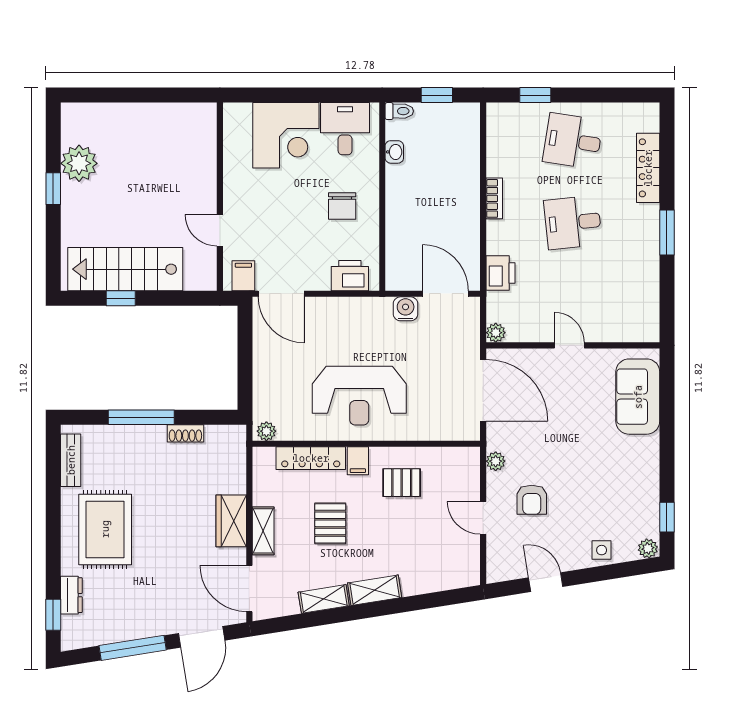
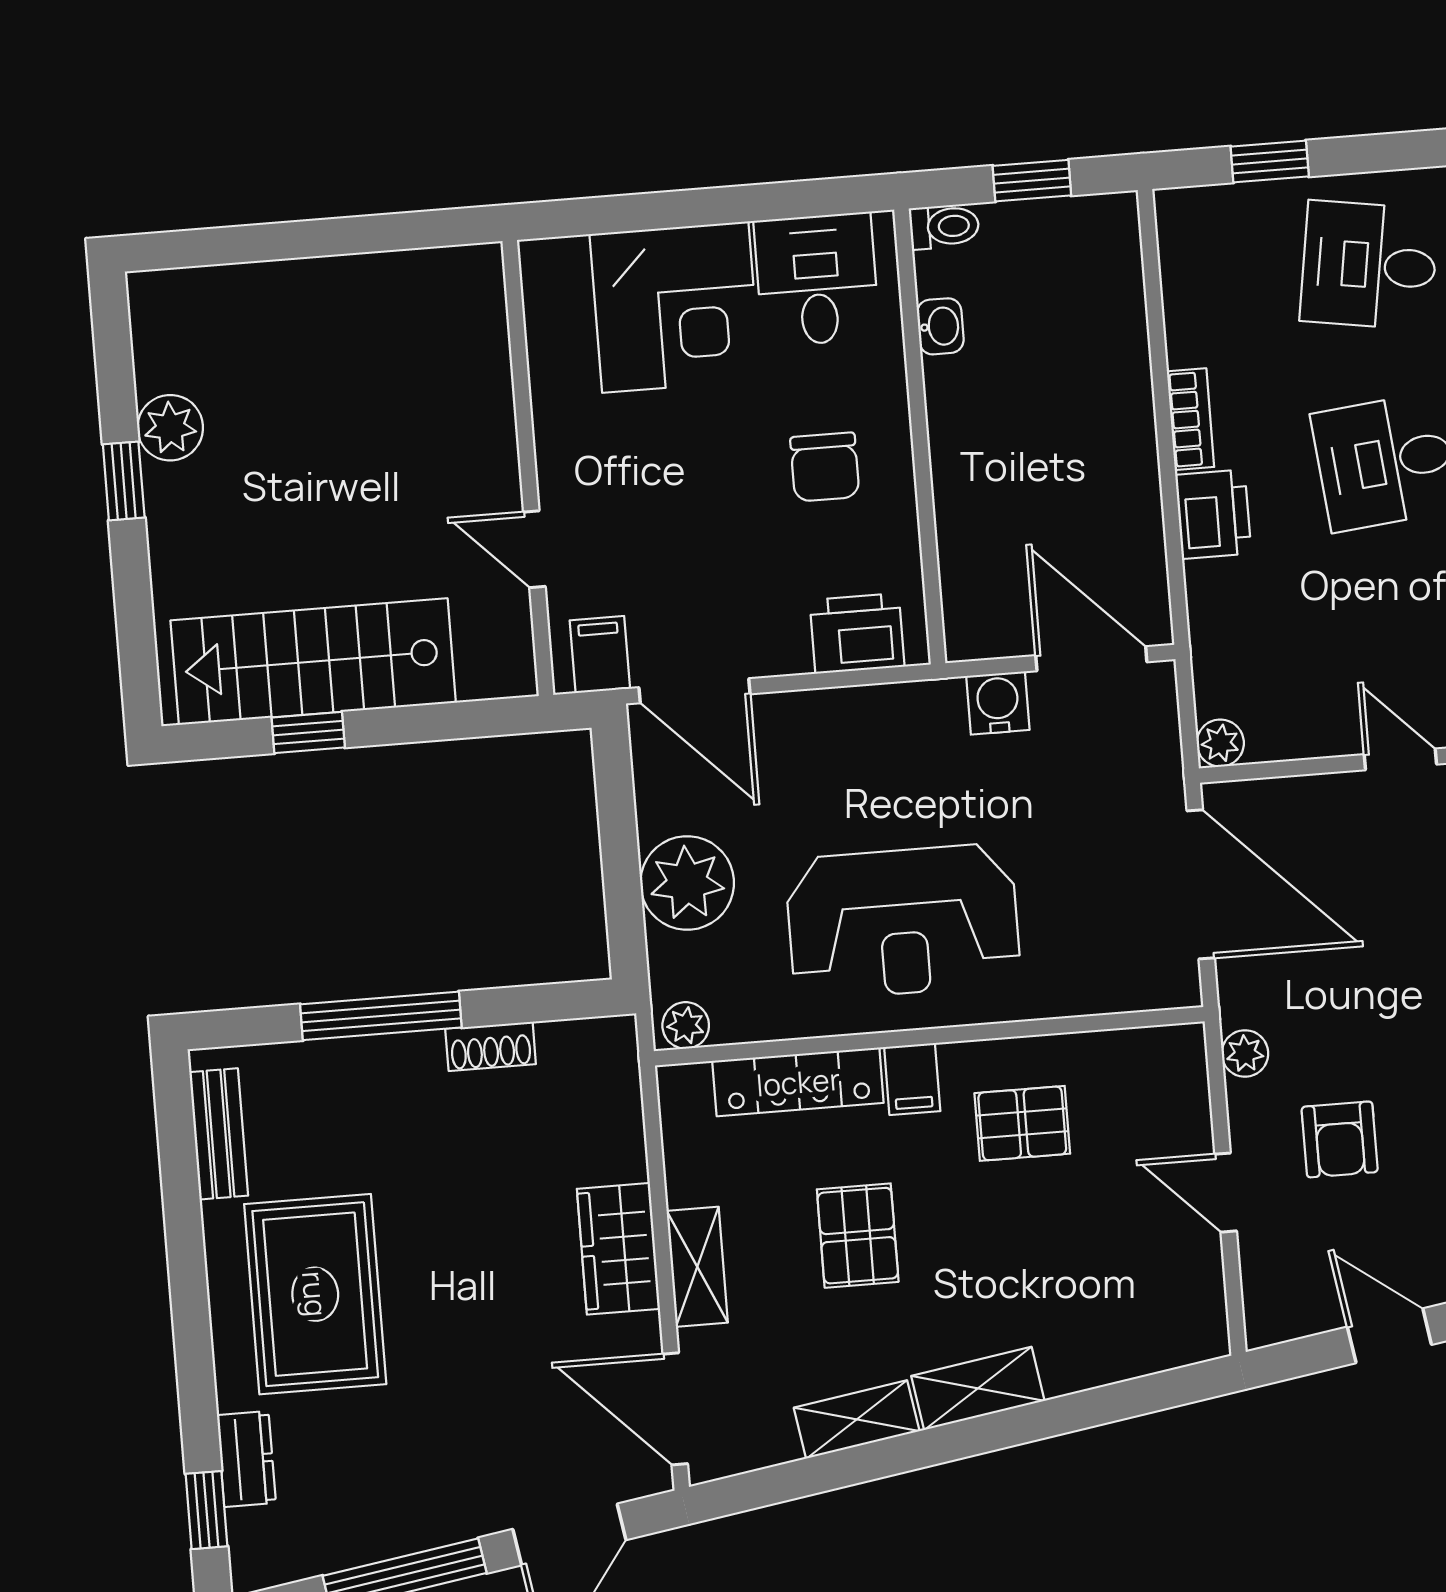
plant: (79, 163) -> (170, 428), width x0.73, depth x0.73
printer: (500, 273) -> (1213, 514), moved
plant: (272, 373) -> (687, 883), added

